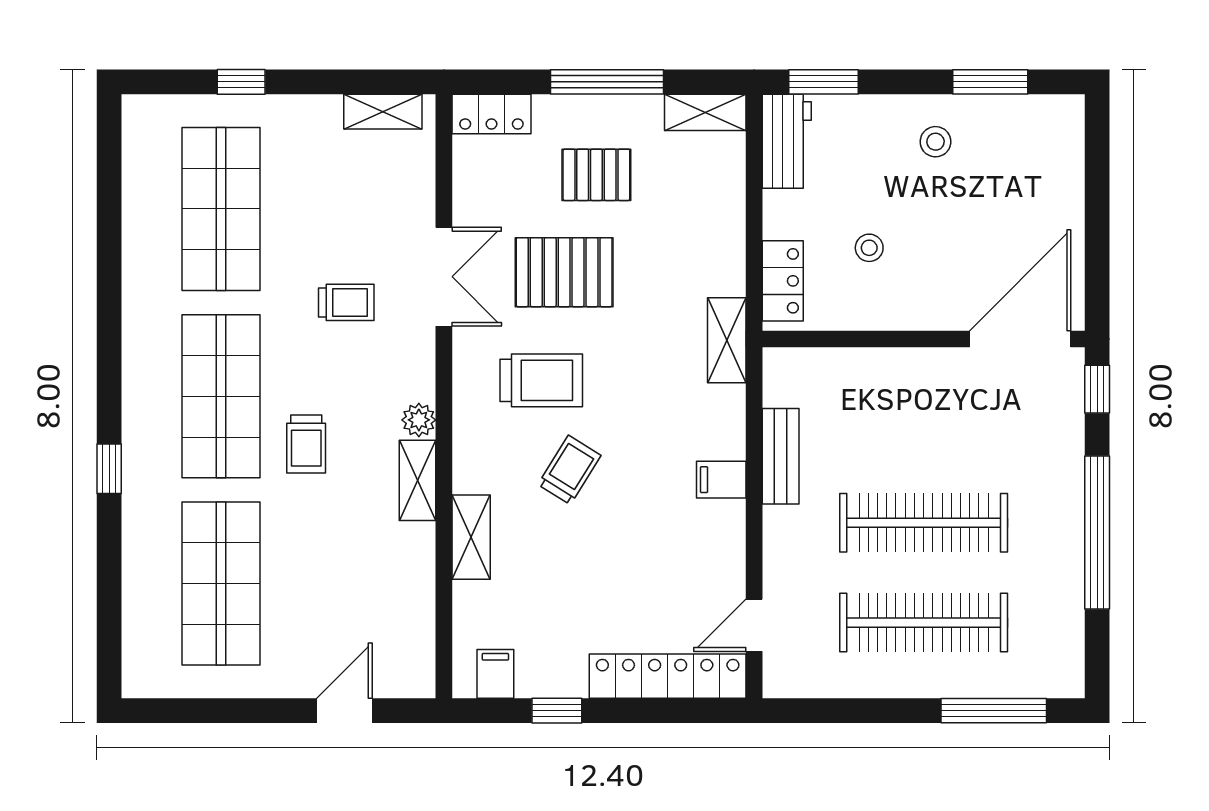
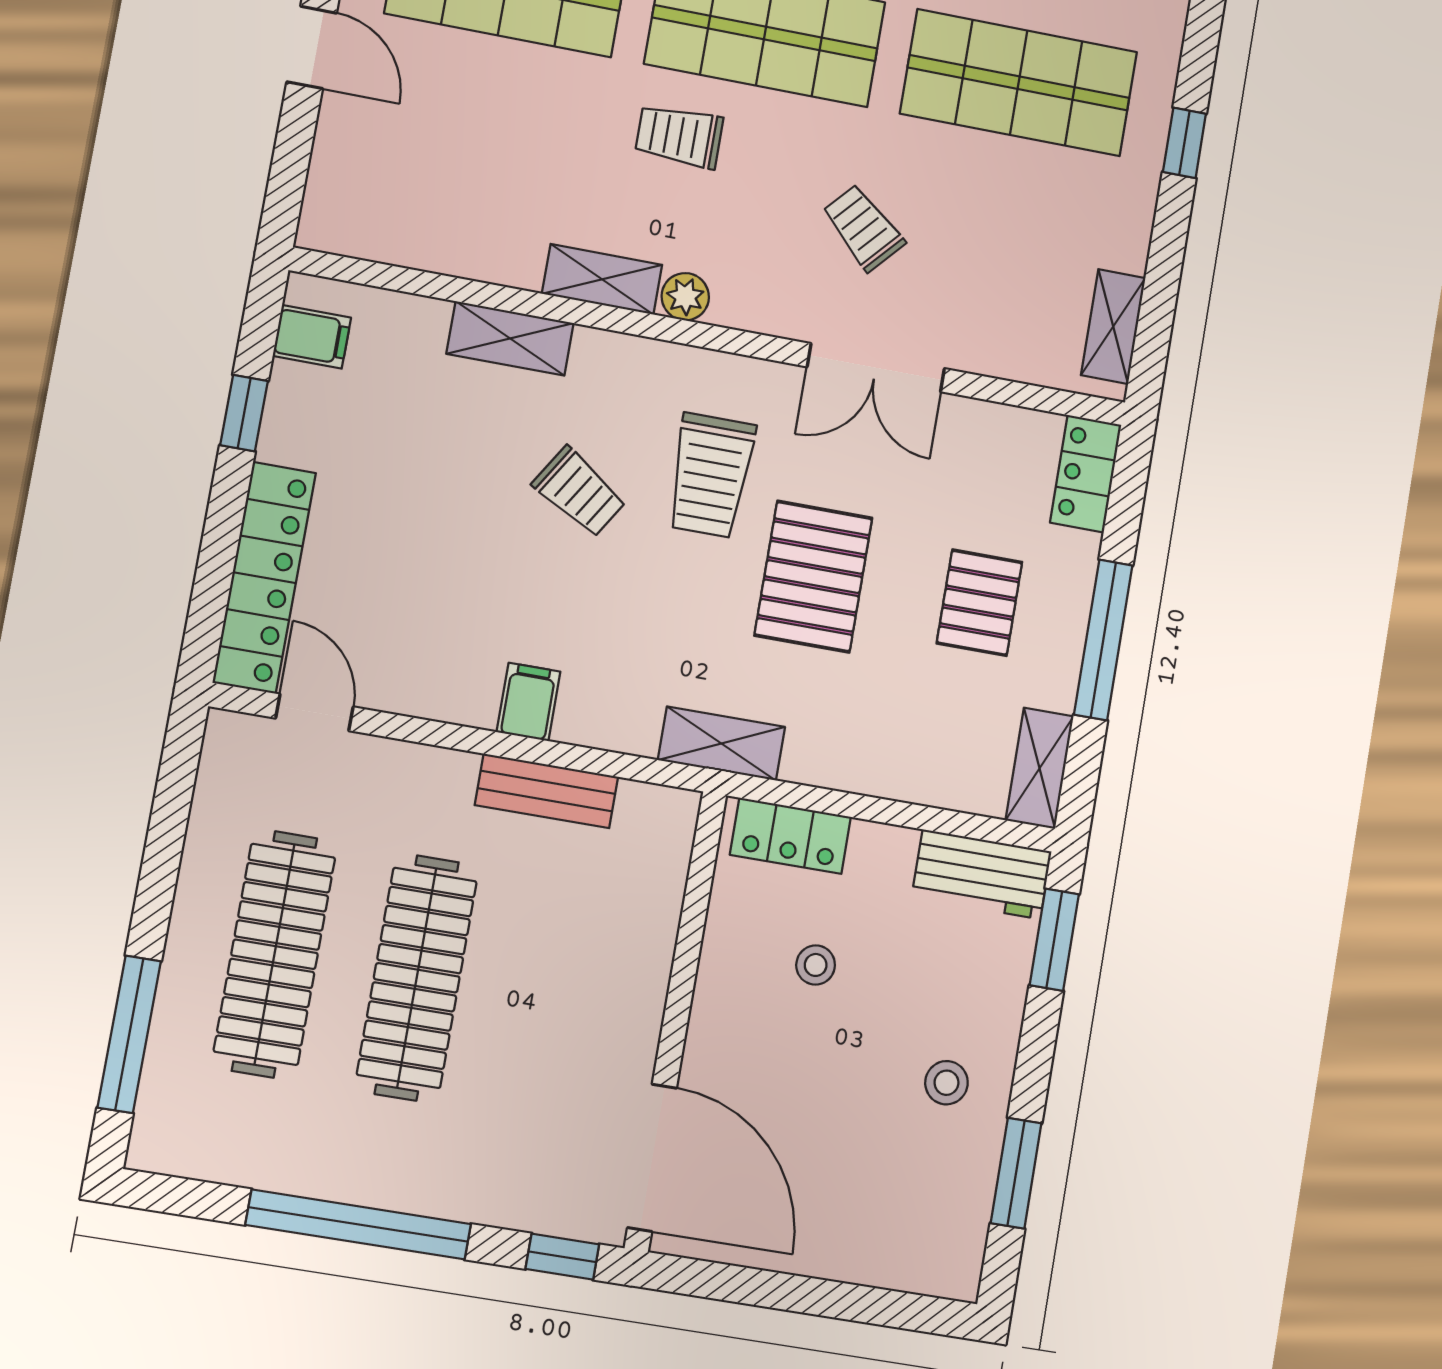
pallet: (564, 272) -> (813, 577), moved
trolley: (346, 302) -> (863, 228), turned 132
door: (344, 711) -> (312, 47), moved

